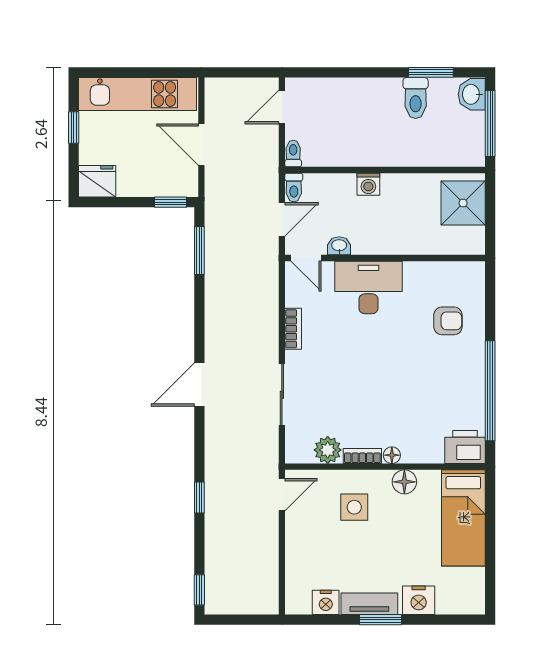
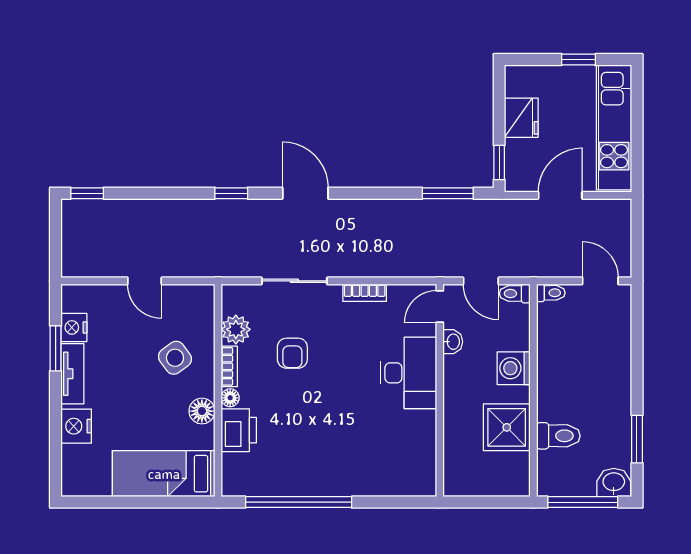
toilet: (416, 98) -> (558, 436), moved, turned 180
fridge: (97, 181) -> (521, 118), moved
washing machine: (368, 184) -> (514, 368), width x1.38, depth x1.38
shower: (463, 203) -> (507, 427), moved
armchair: (448, 321) -> (292, 353), moved
printer: (465, 447) -> (239, 430), moved
door: (282, 495) -> (145, 281), moved
window: (199, 498) -> (231, 193), moved
side table: (354, 507) -> (175, 358), turned -36
window: (380, 620) -> (56, 348), moved

